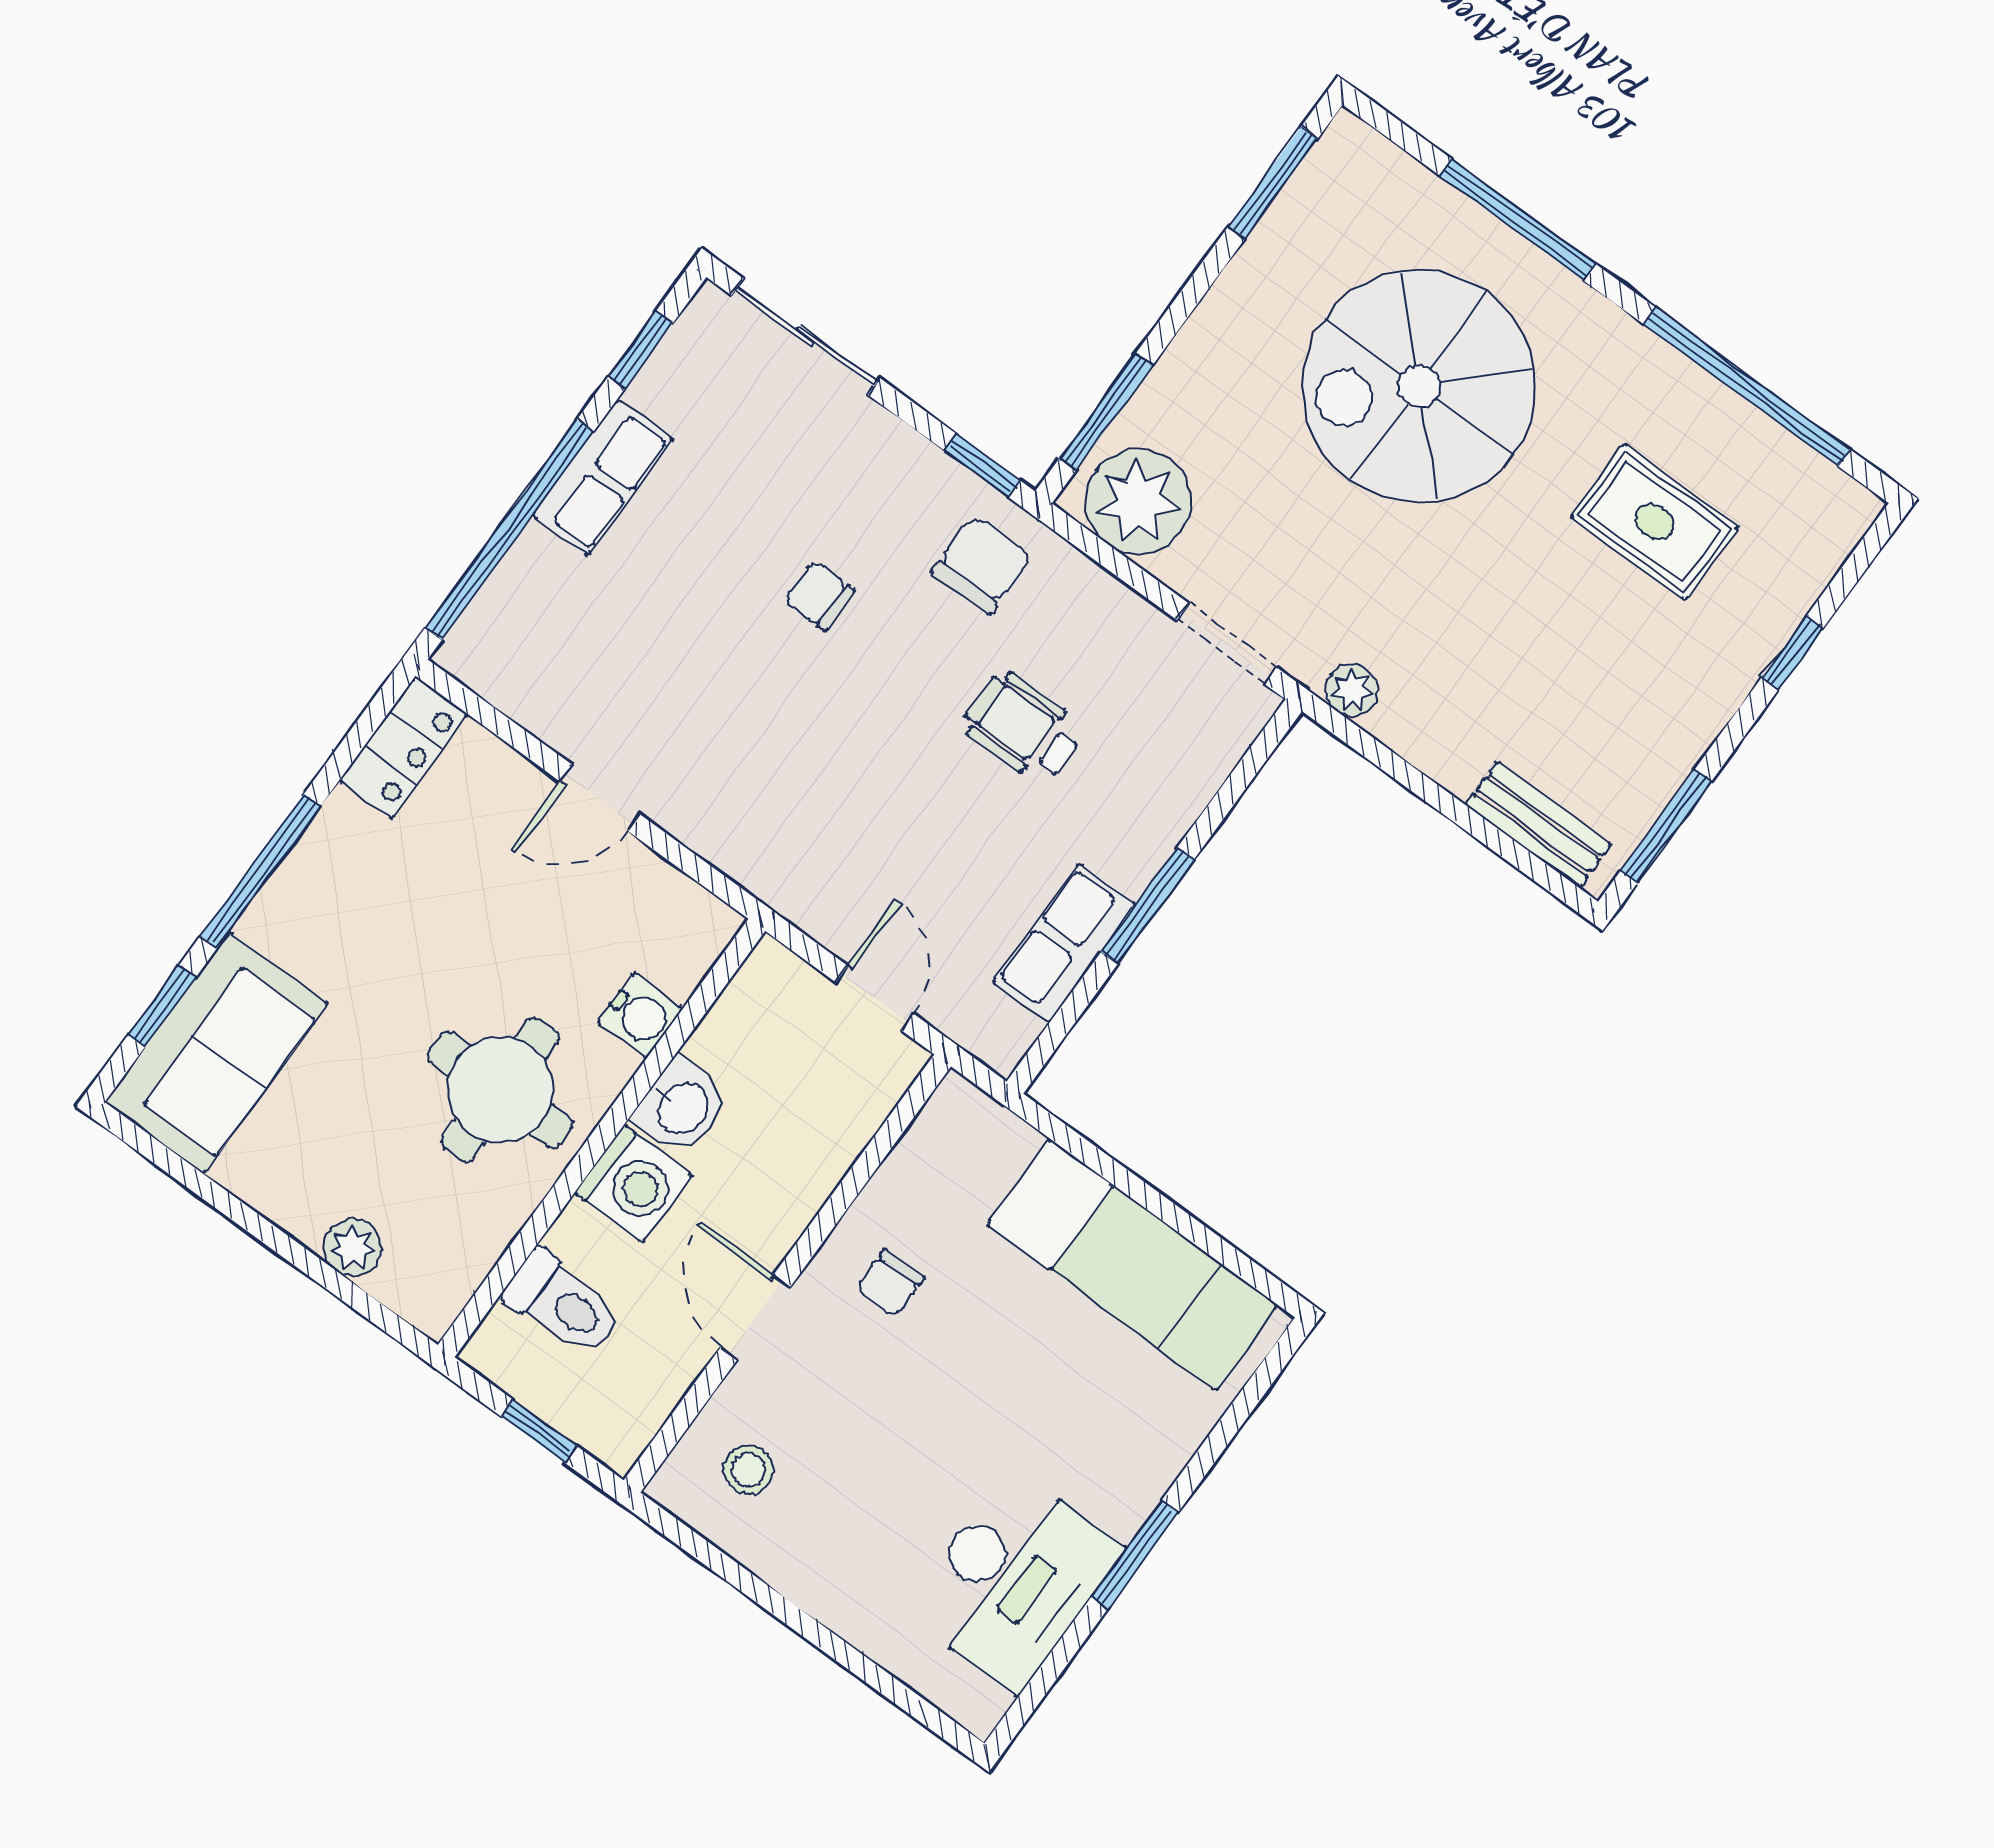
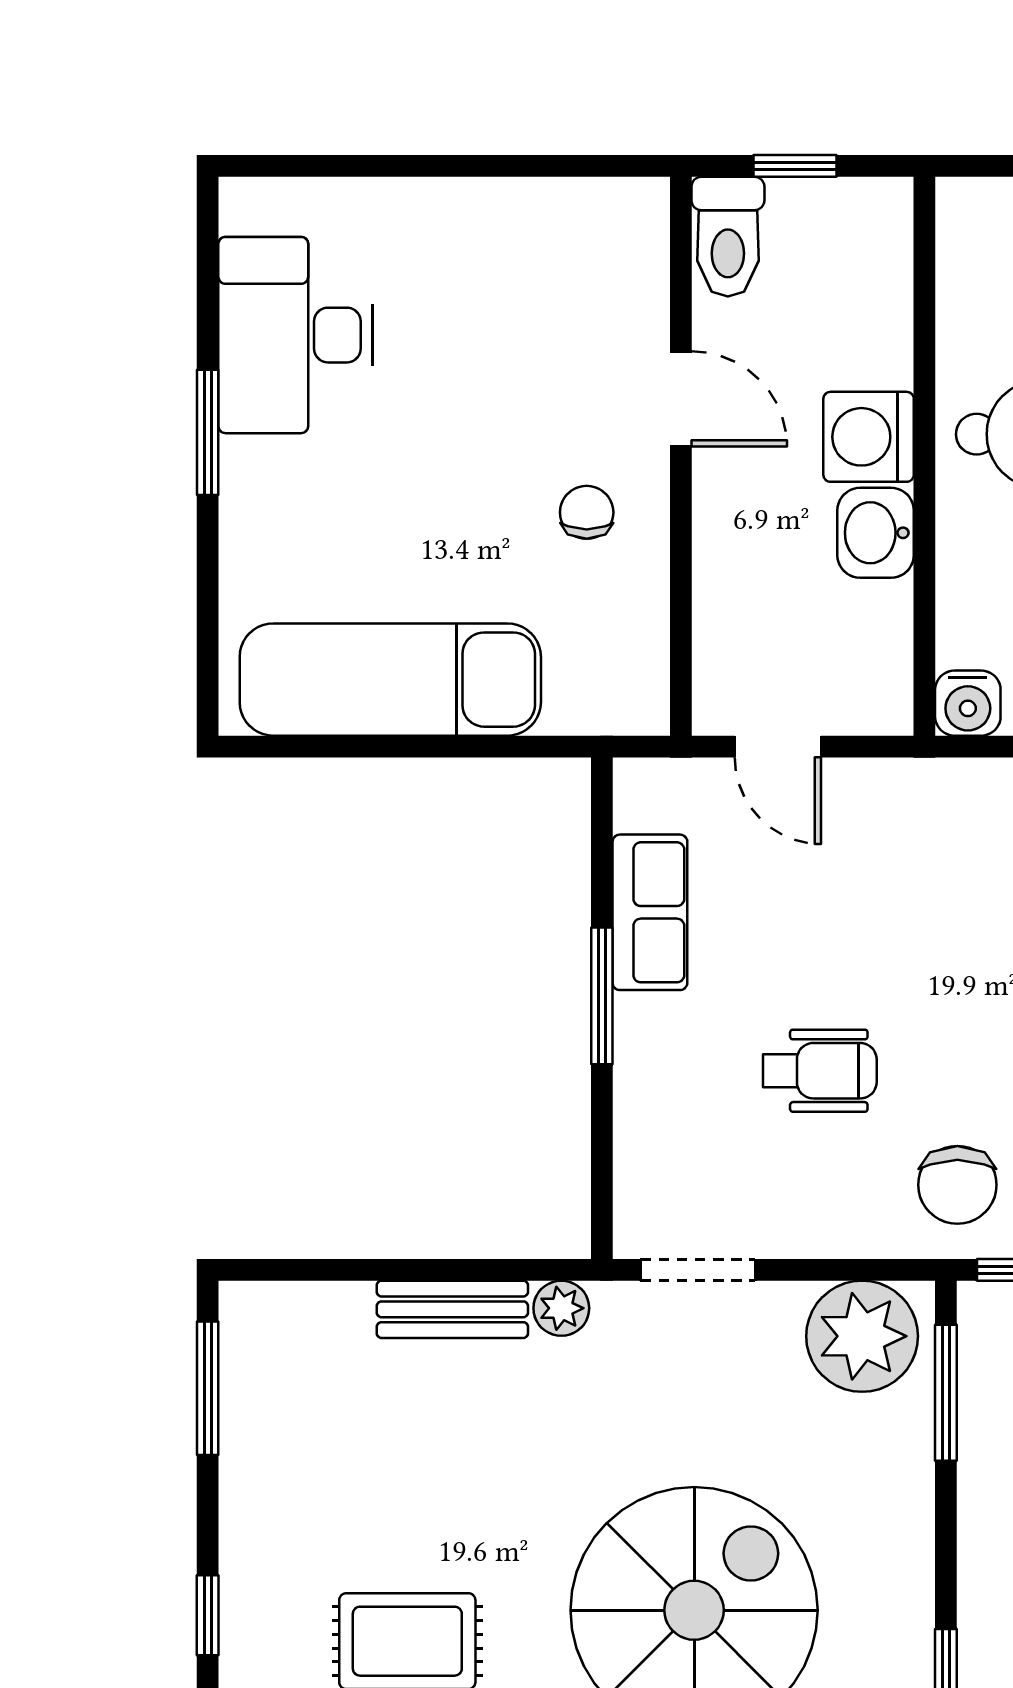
bench: (1538, 825) -> (452, 1309), moved
water cooler: (640, 1015) -> (968, 703), moved, turned -90
toilet: (563, 1304) -> (728, 237), moved, turned -90
stool: (748, 1470) -> (592, 264), removed

